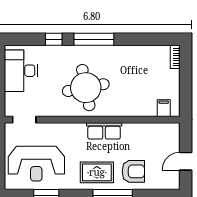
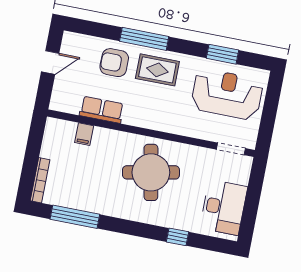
window: (94, 39) -> (75, 217), moved
bookcase: (175, 57) -> (40, 180), width x1.56
filing cabinet: (164, 108) -> (84, 134), moved
row of seats: (104, 131) -> (102, 110), moved

